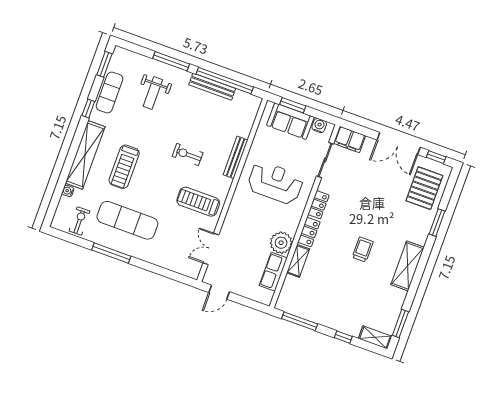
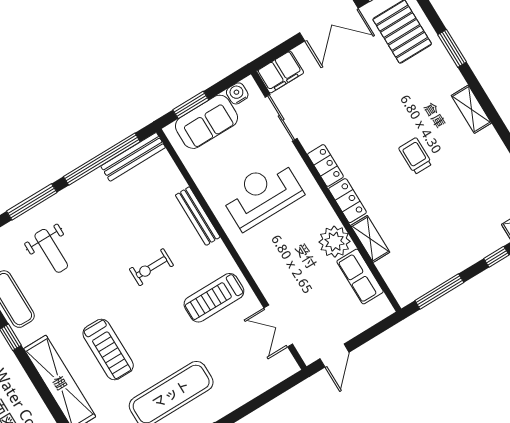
bench: (212, 87) -> (133, 157), moved
shelving: (408, 266) -> (471, 109), width x0.67, depth x0.75

